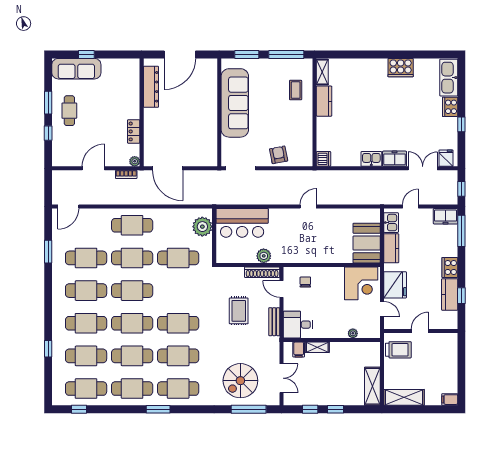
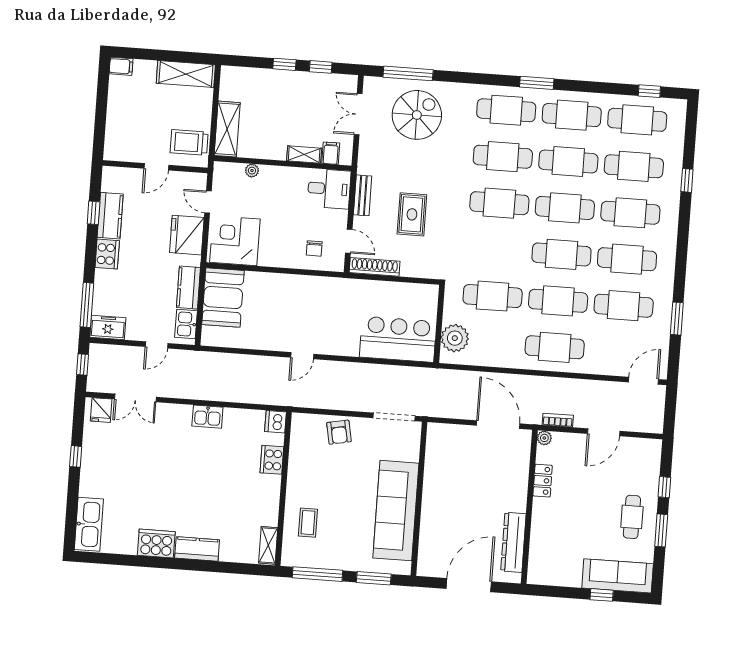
kitchen counter: (324, 101) -> (197, 549), moved, turned 90
cooker: (450, 107) -> (272, 460), moved, turned 180
freezer: (395, 159) -> (174, 415), removed
plant: (264, 256) -> (371, 290), removed
shelving: (372, 386) -> (227, 129), moved

